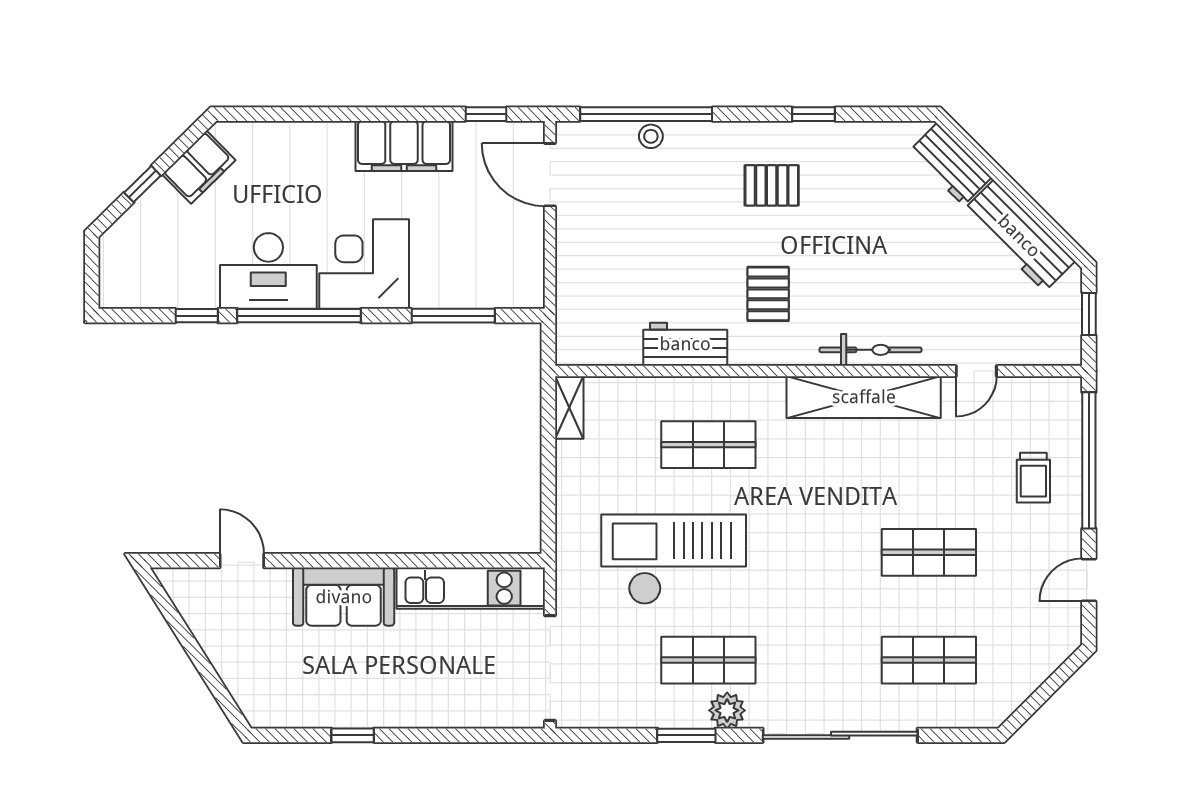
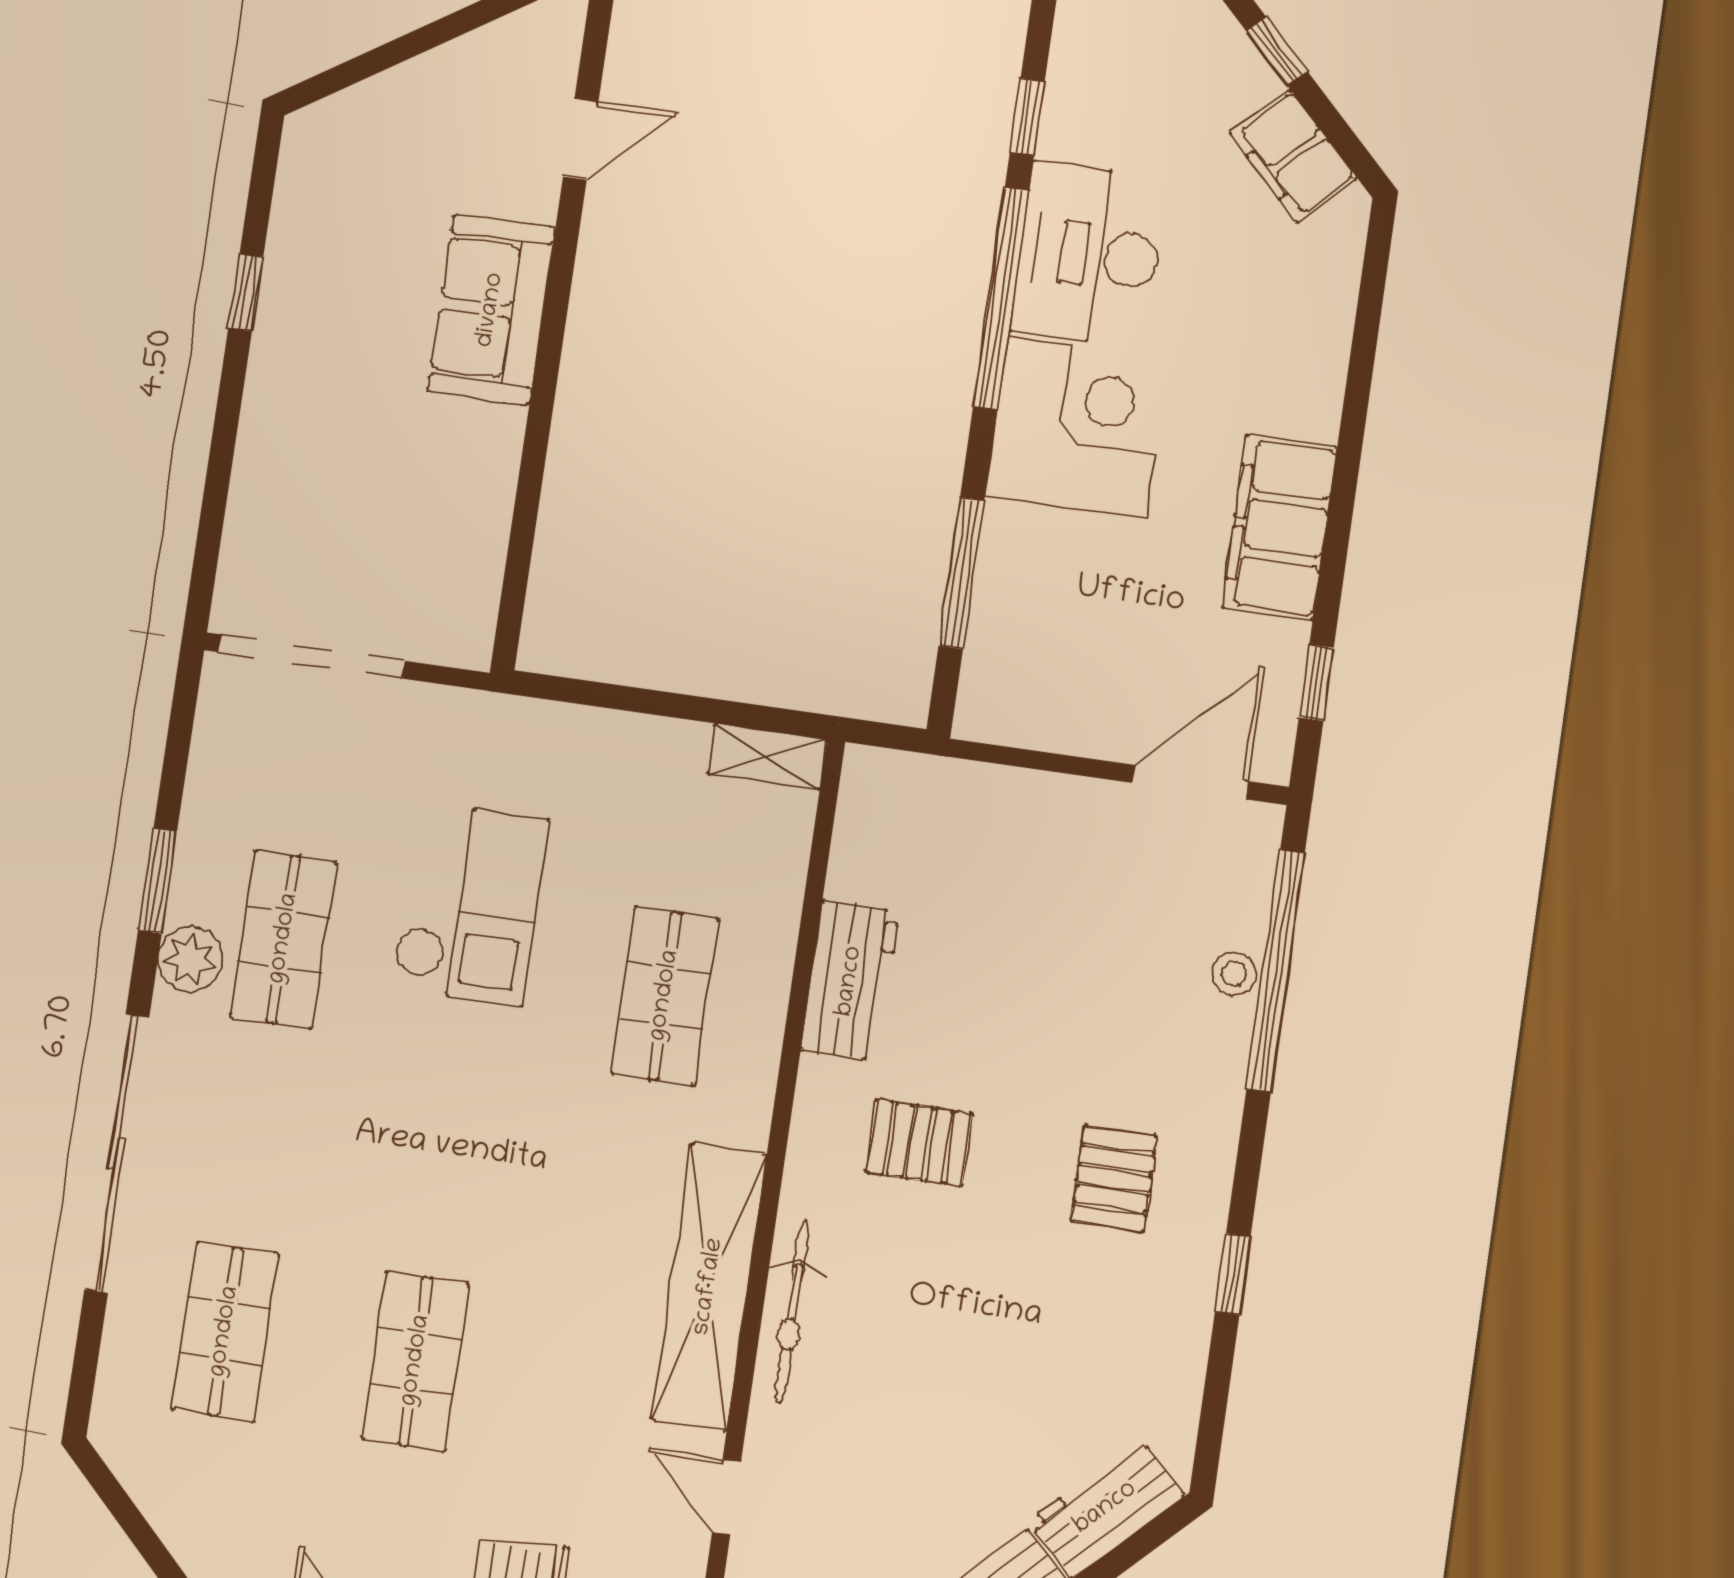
checkout: (674, 559) -> (470, 903), width x0.73, depth x0.83
kitchen unit: (470, 588) -> (473, 535), removed

